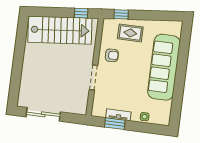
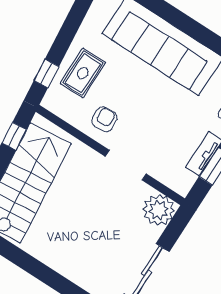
plant: (78, 105) -> (159, 210), added

